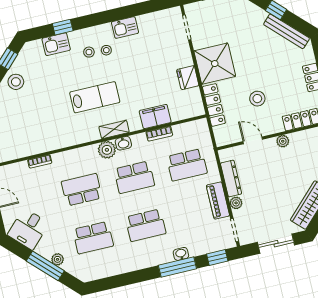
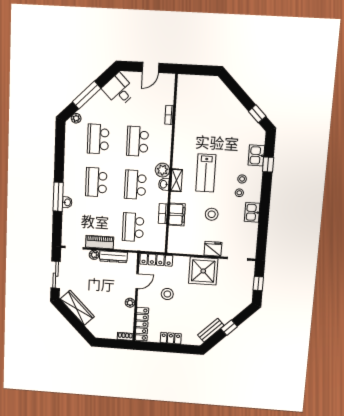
bench: (287, 31) -> (211, 330), width x0.73
fridge: (188, 78) -> (213, 249), moved
stool: (16, 82) -> (212, 214), moved
locker: (214, 105) -> (156, 260), moved
school desk: (82, 190) -> (137, 141), turned 180
window: (217, 258) -> (57, 229), removed
plant: (58, 259) -> (76, 118), moved

